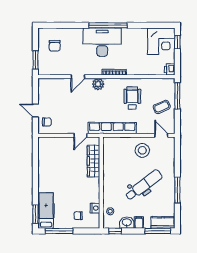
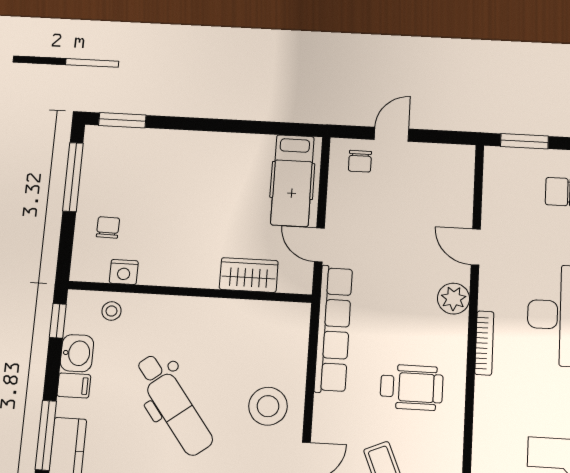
wardrobe: (94, 161) -> (249, 275), width x0.67
hospital bed: (46, 211) -> (292, 180), moved, turned 90

